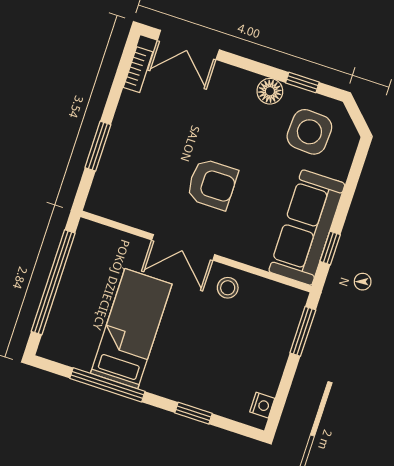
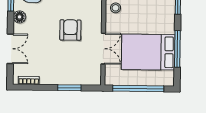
double door: (188, 45) -> (10, 49), moved
double door: (183, 247) -> (103, 49), moved
bed: (131, 329) -> (148, 52), width x1.50

